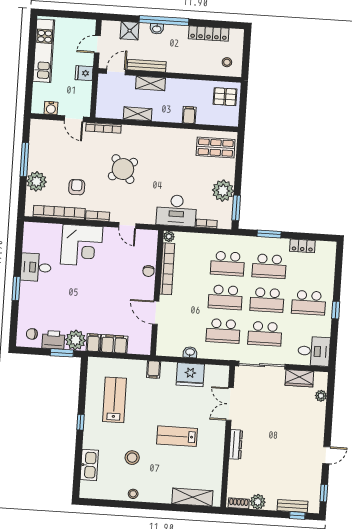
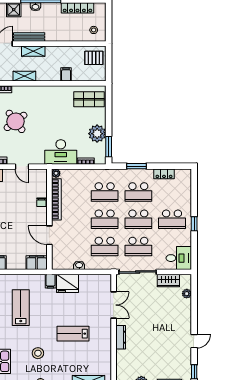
filing cabinet: (114, 344) -> (37, 263), moved
fridge: (190, 375) -> (67, 283), moved
double door: (230, 404) -> (114, 305), swing flipped

